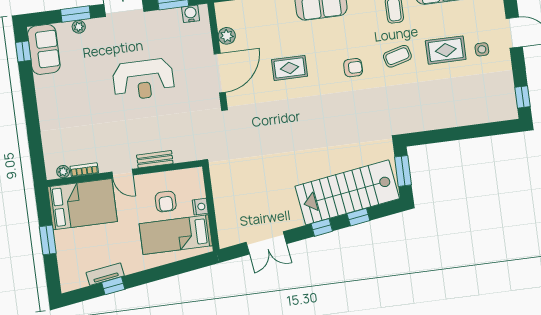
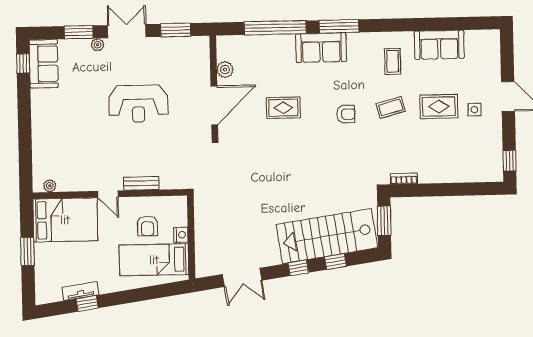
water cooler: (191, 14) -> (192, 44), removed
plant: (79, 27) -> (97, 45), moved
bookcase: (84, 170) -> (404, 179), moved

